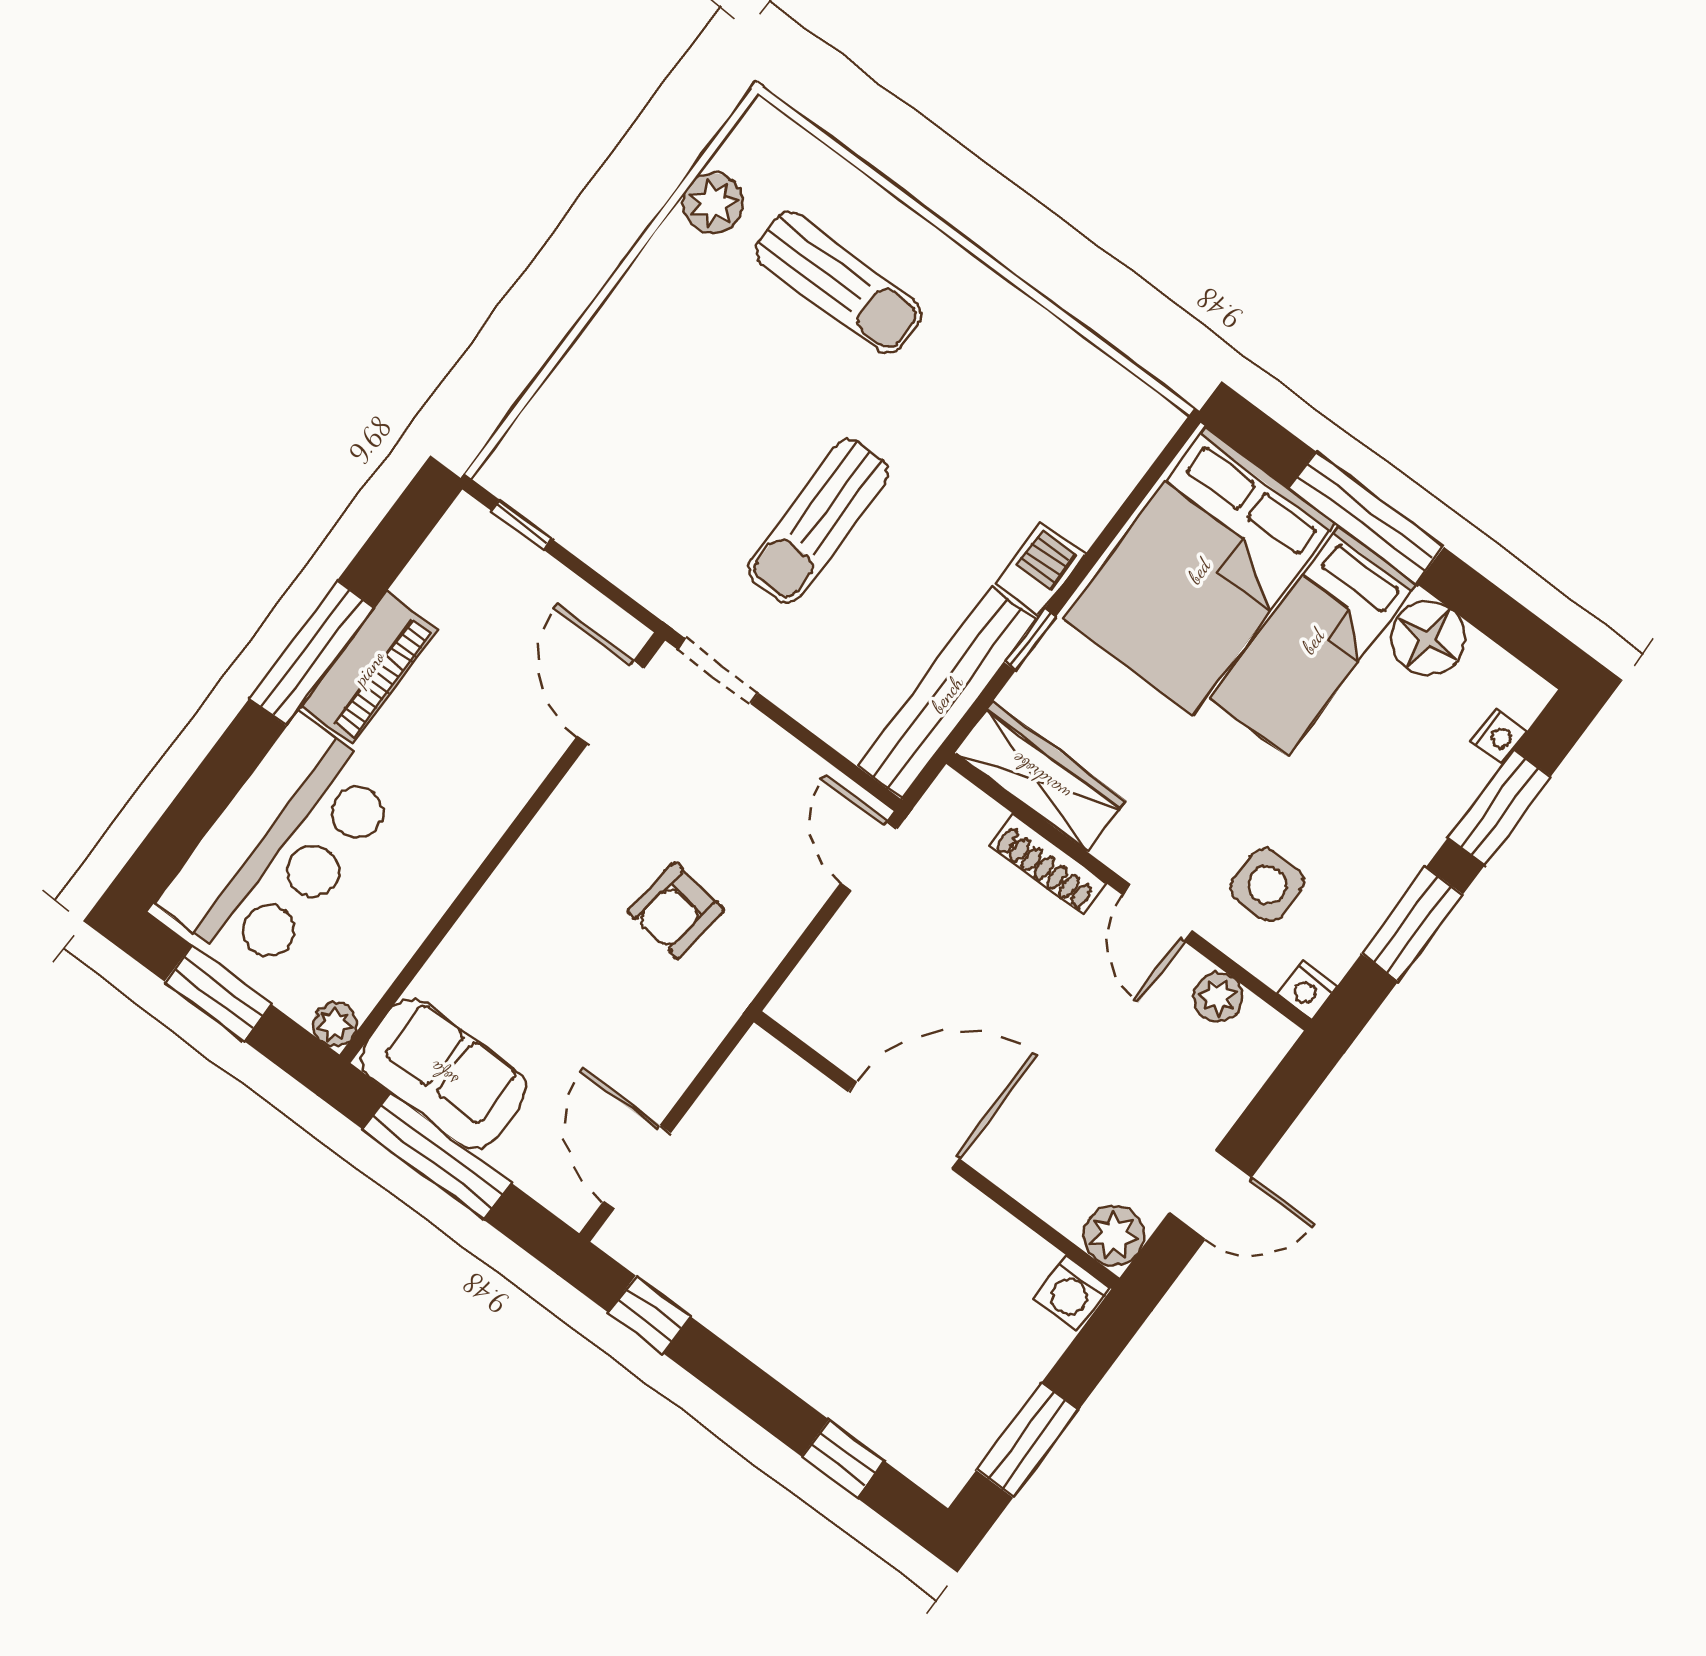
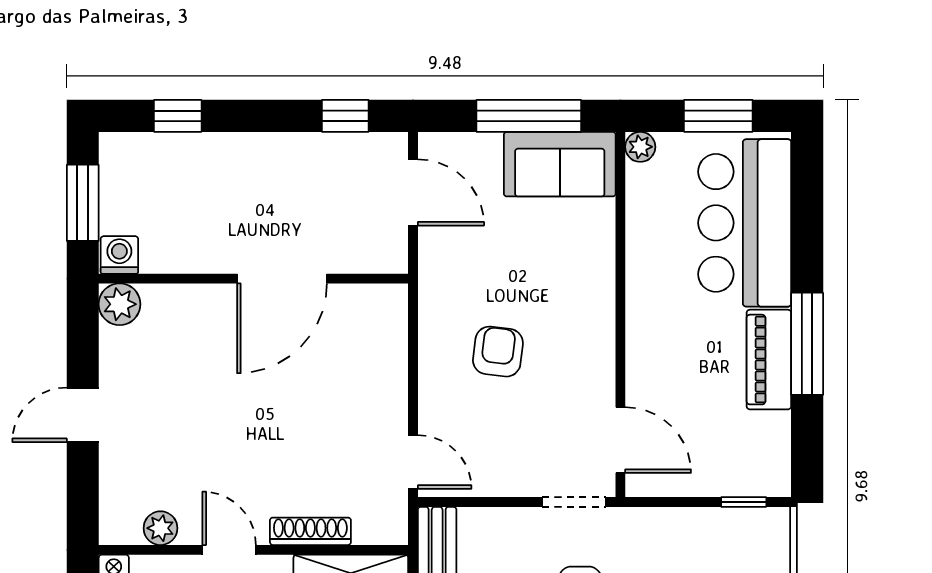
door: (904, 1125) -> (282, 279), moved
wall: (937, 1150) -> (253, 279), moved
plant: (1114, 1236) -> (120, 304), moved
washing machine: (1071, 1293) -> (119, 255), moved

